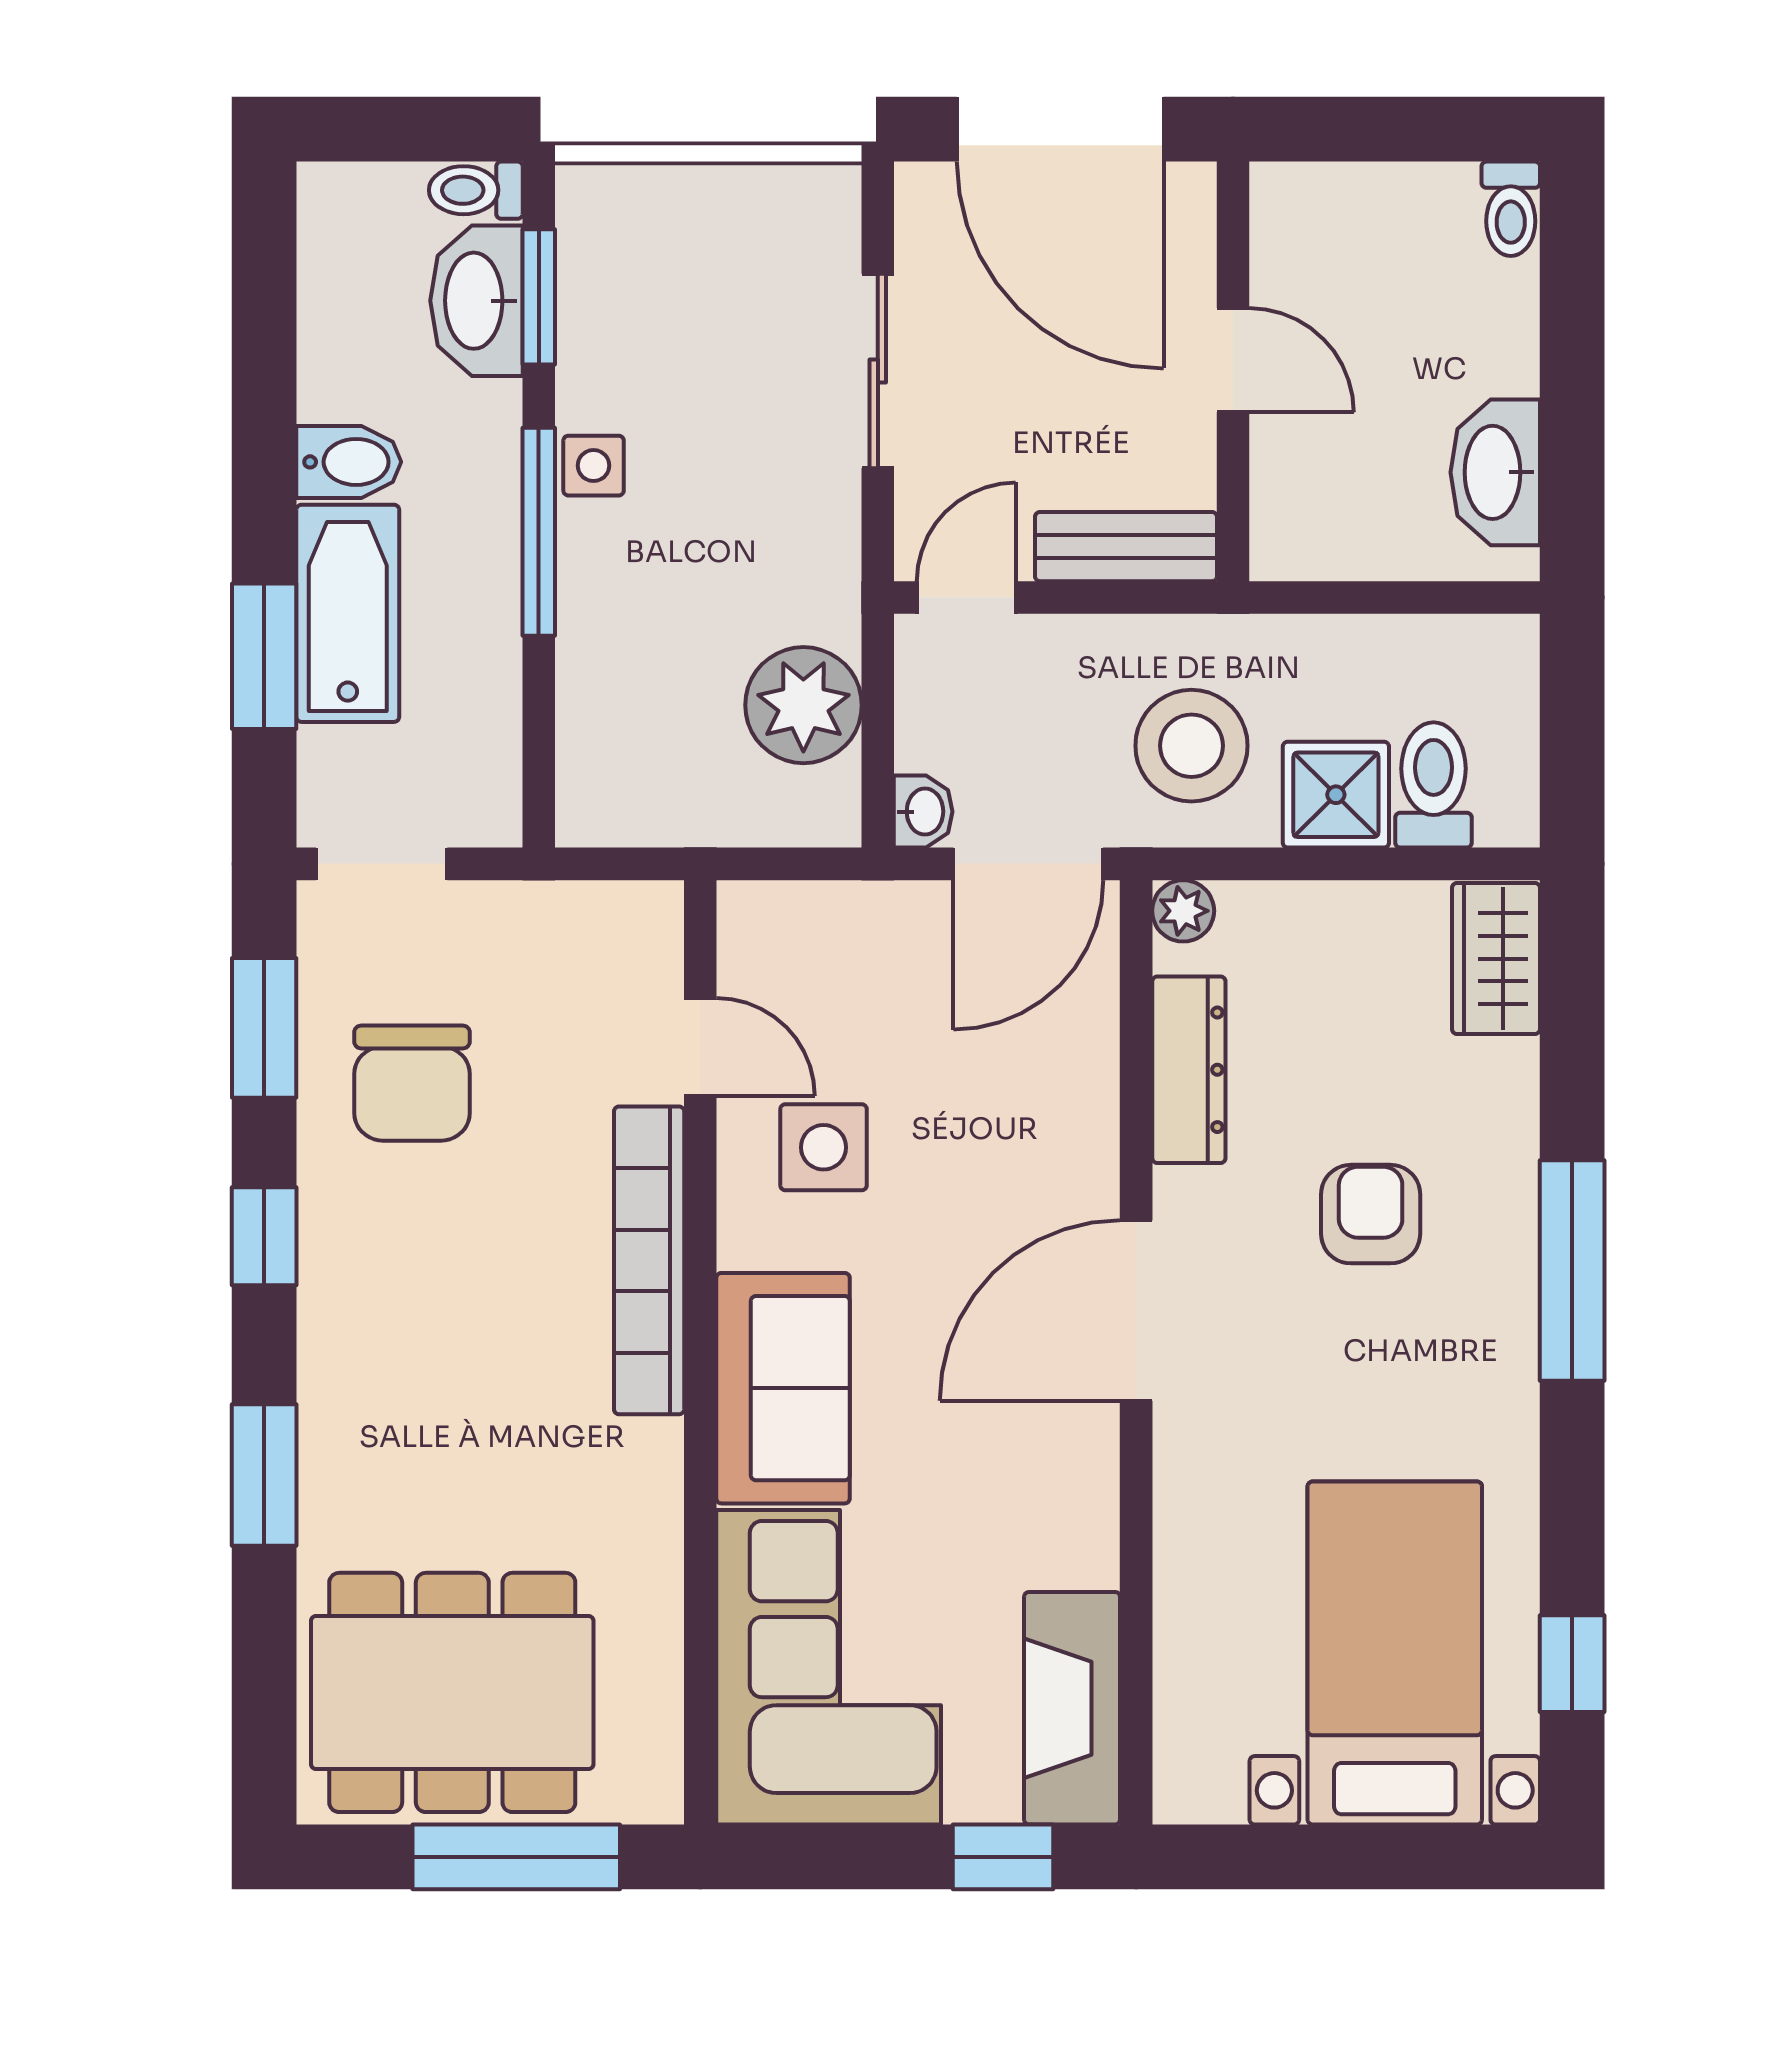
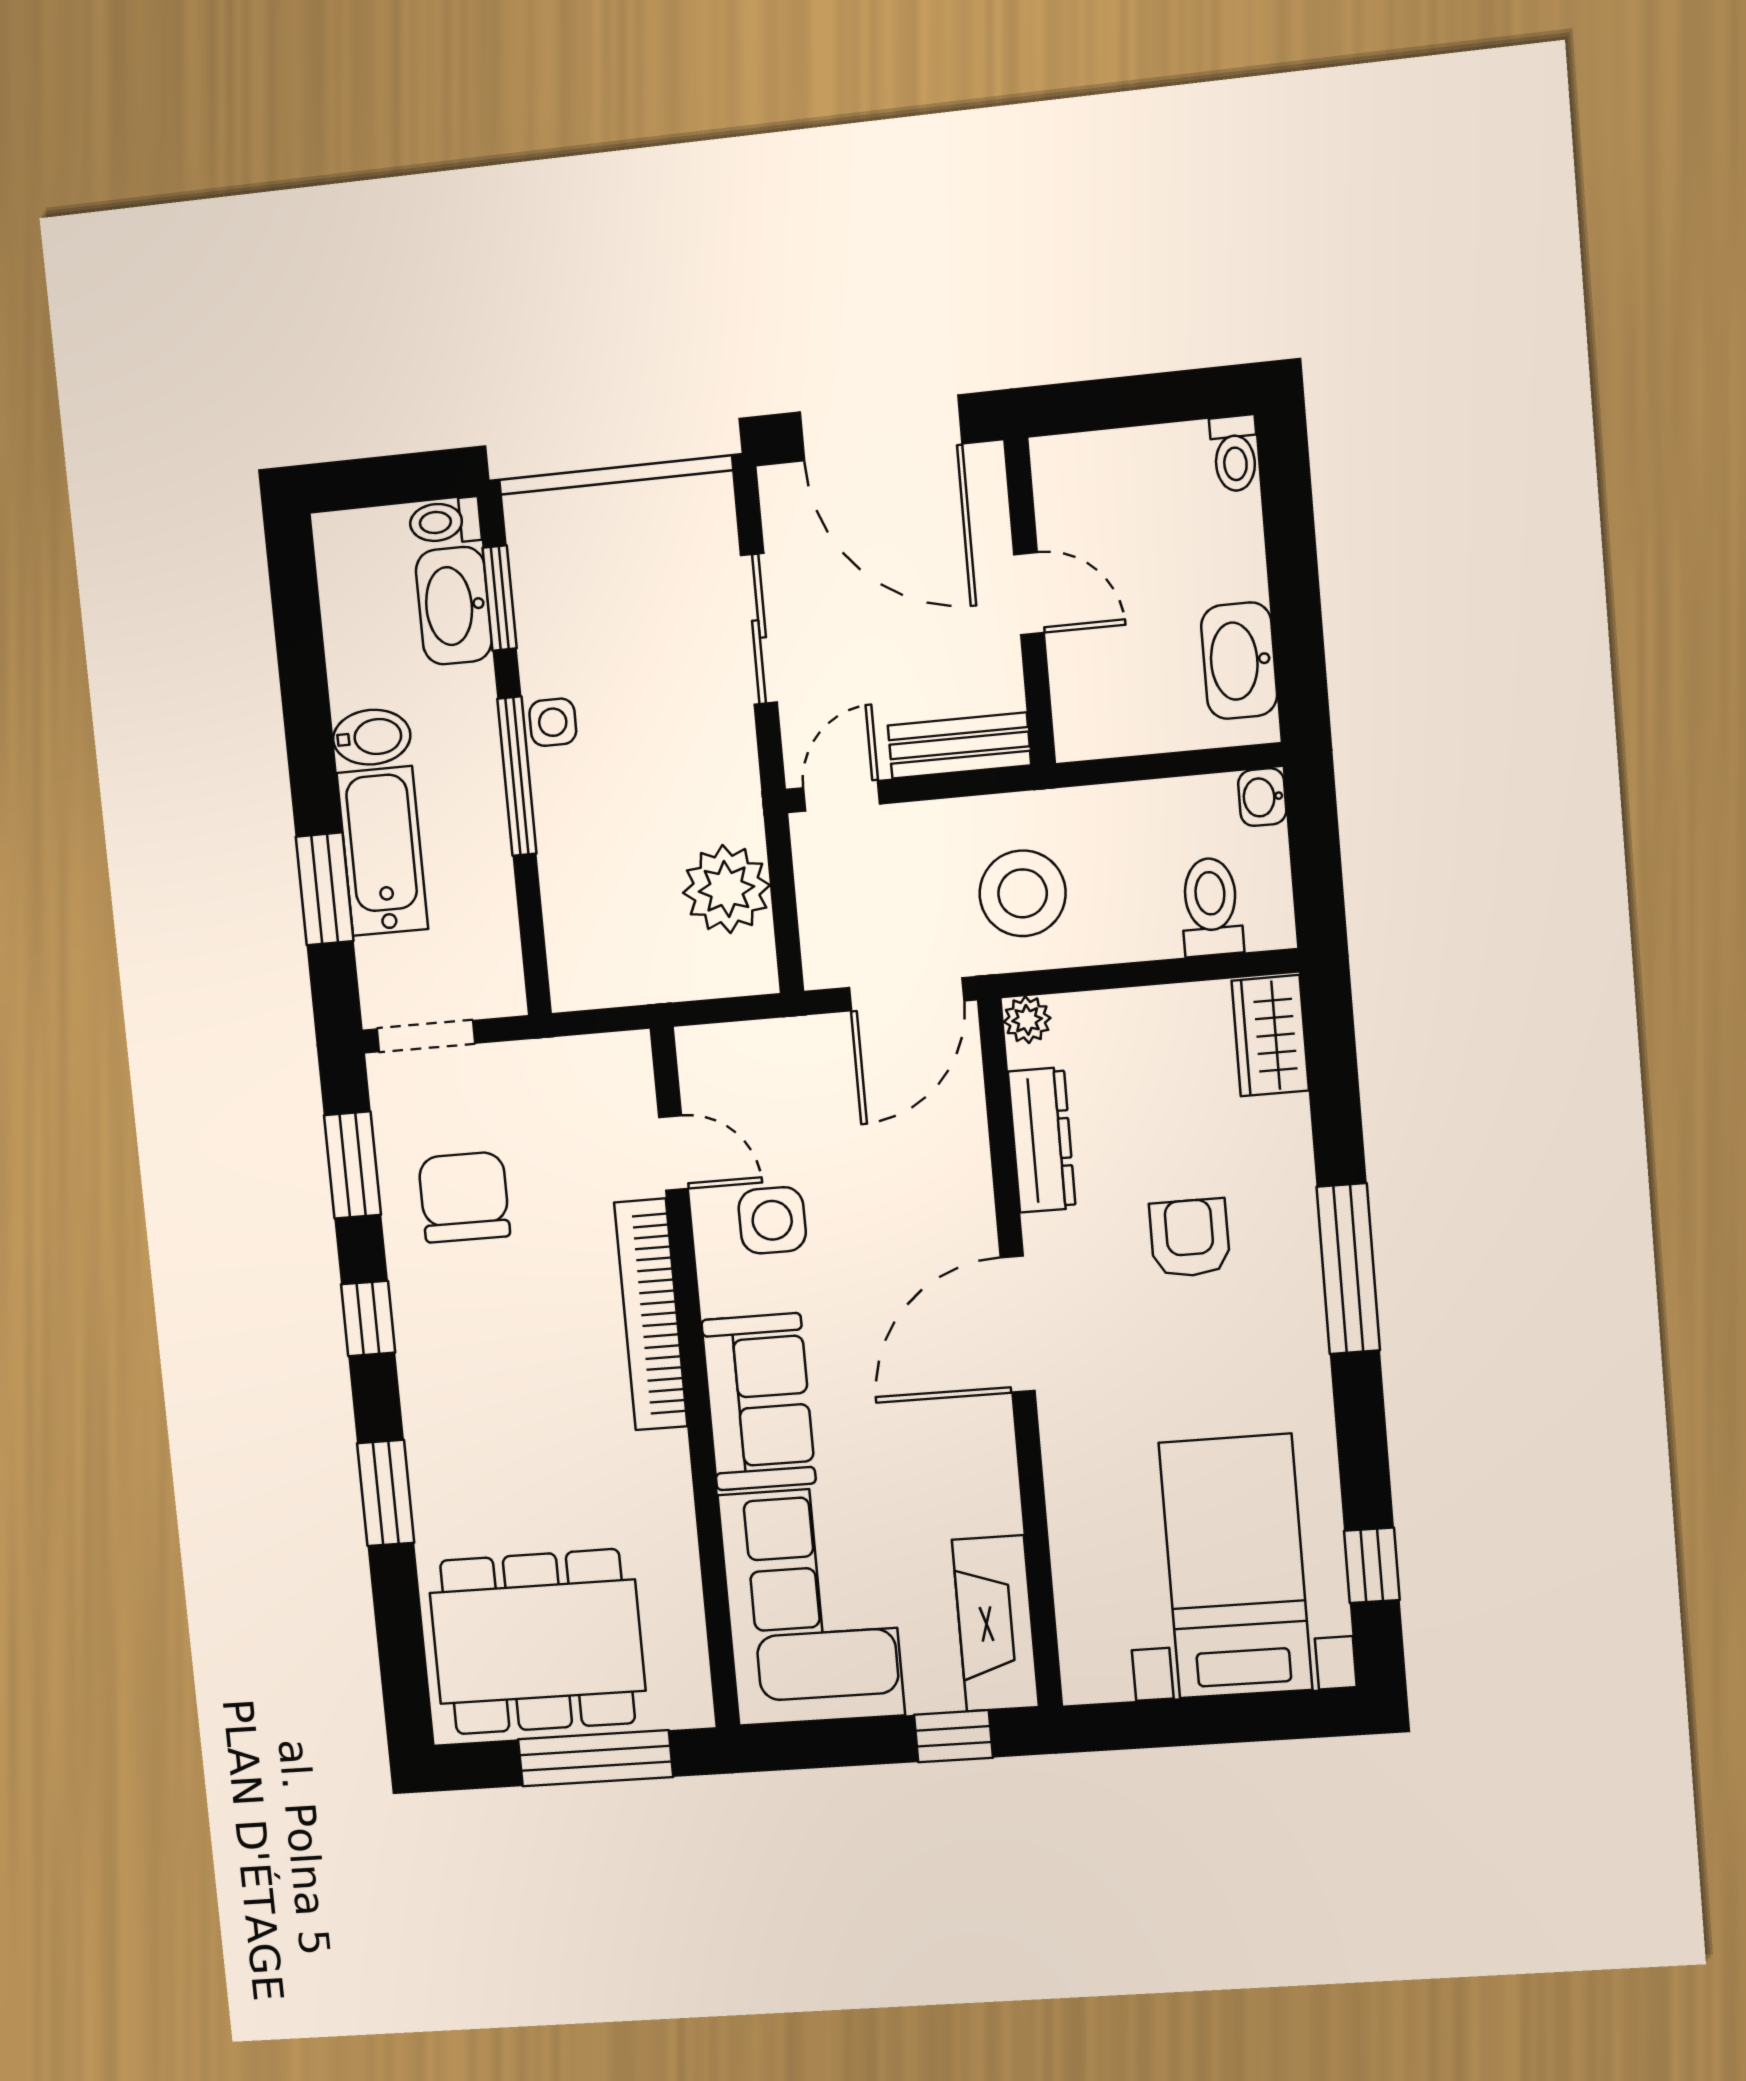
shower: (1336, 795) -> (1136, 921), removed
washbasin: (923, 812) -> (1262, 797), moved, turned 180
chair: (412, 1083) -> (464, 1197), turned 180

